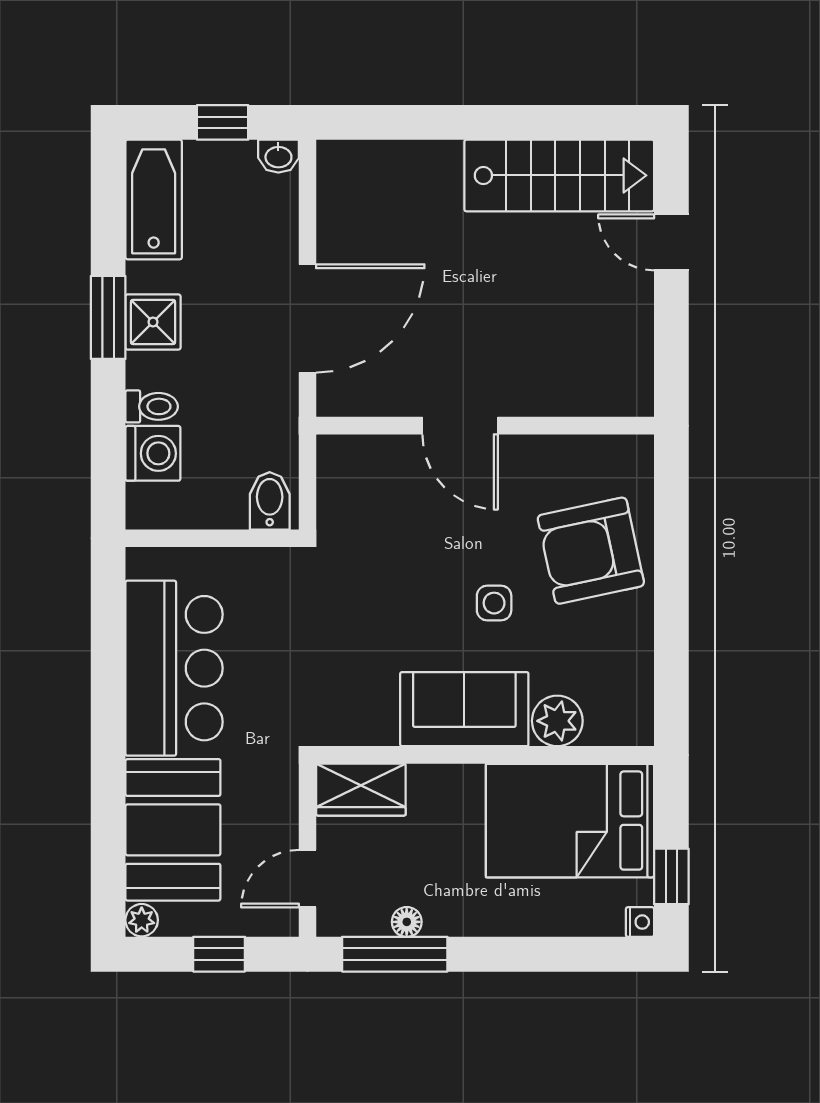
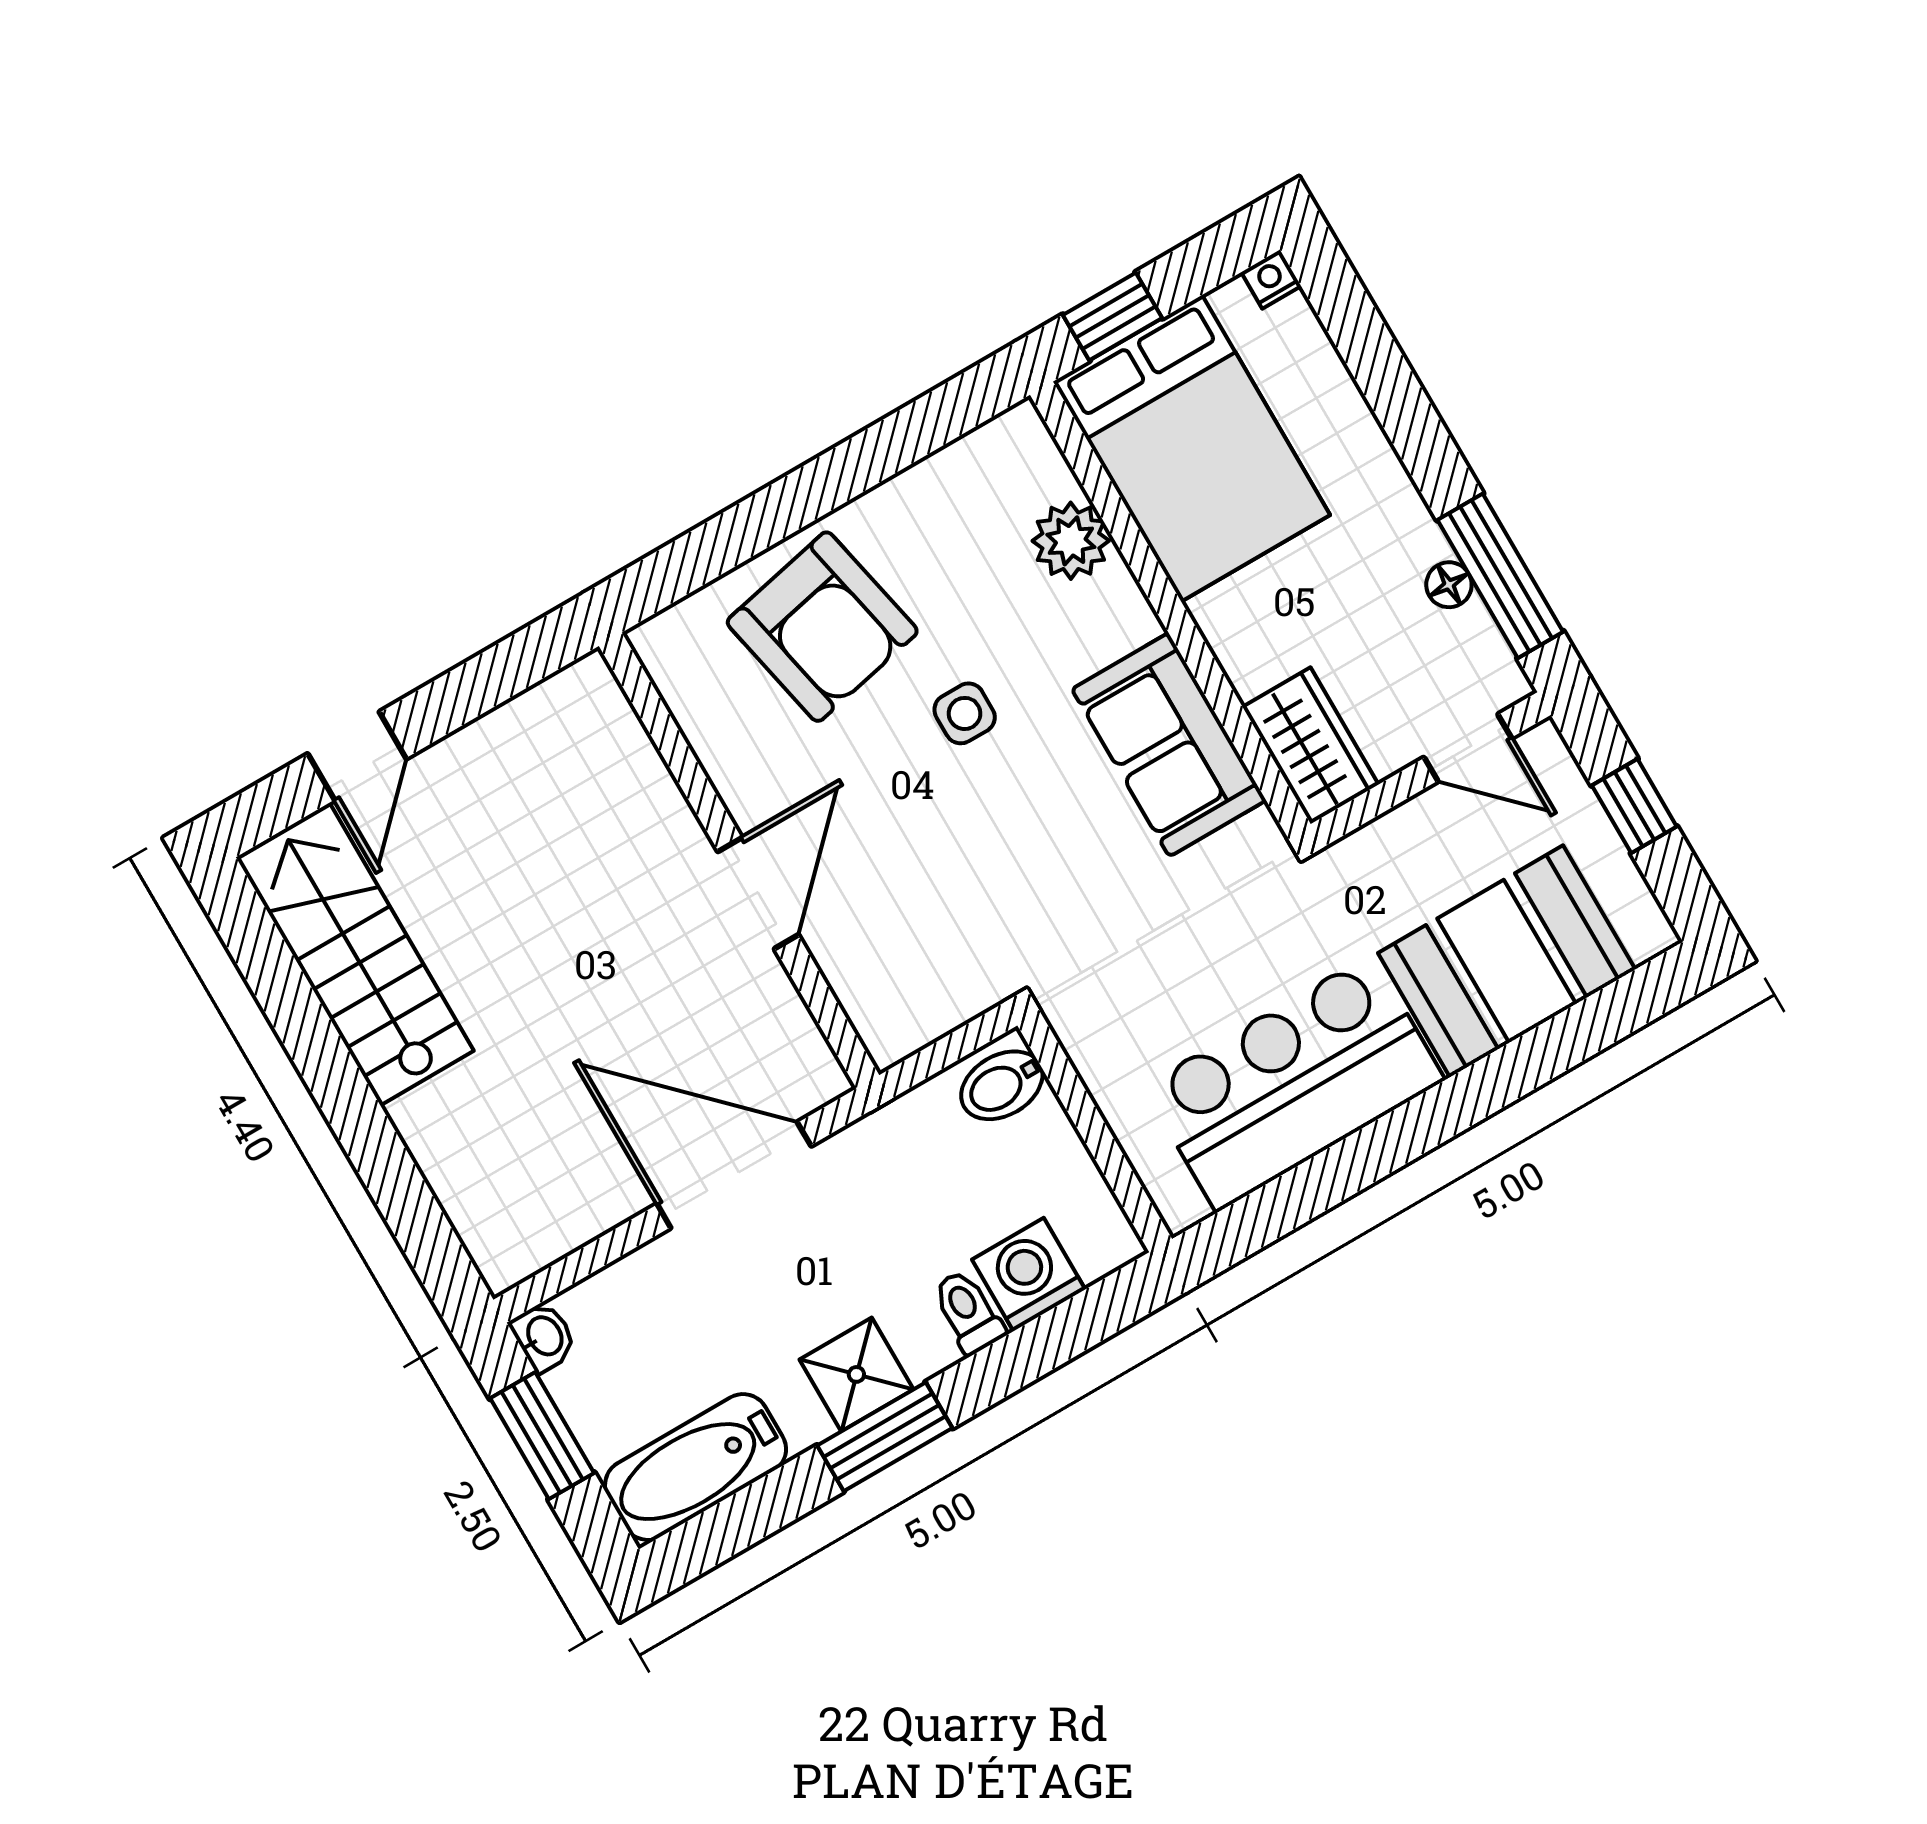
window: (223, 122) -> (542, 1436), width x1.50
sofa: (464, 709) -> (1169, 745), moved
window: (671, 876) -> (1113, 316), moved
plant: (142, 920) -> (1649, 933), removed

